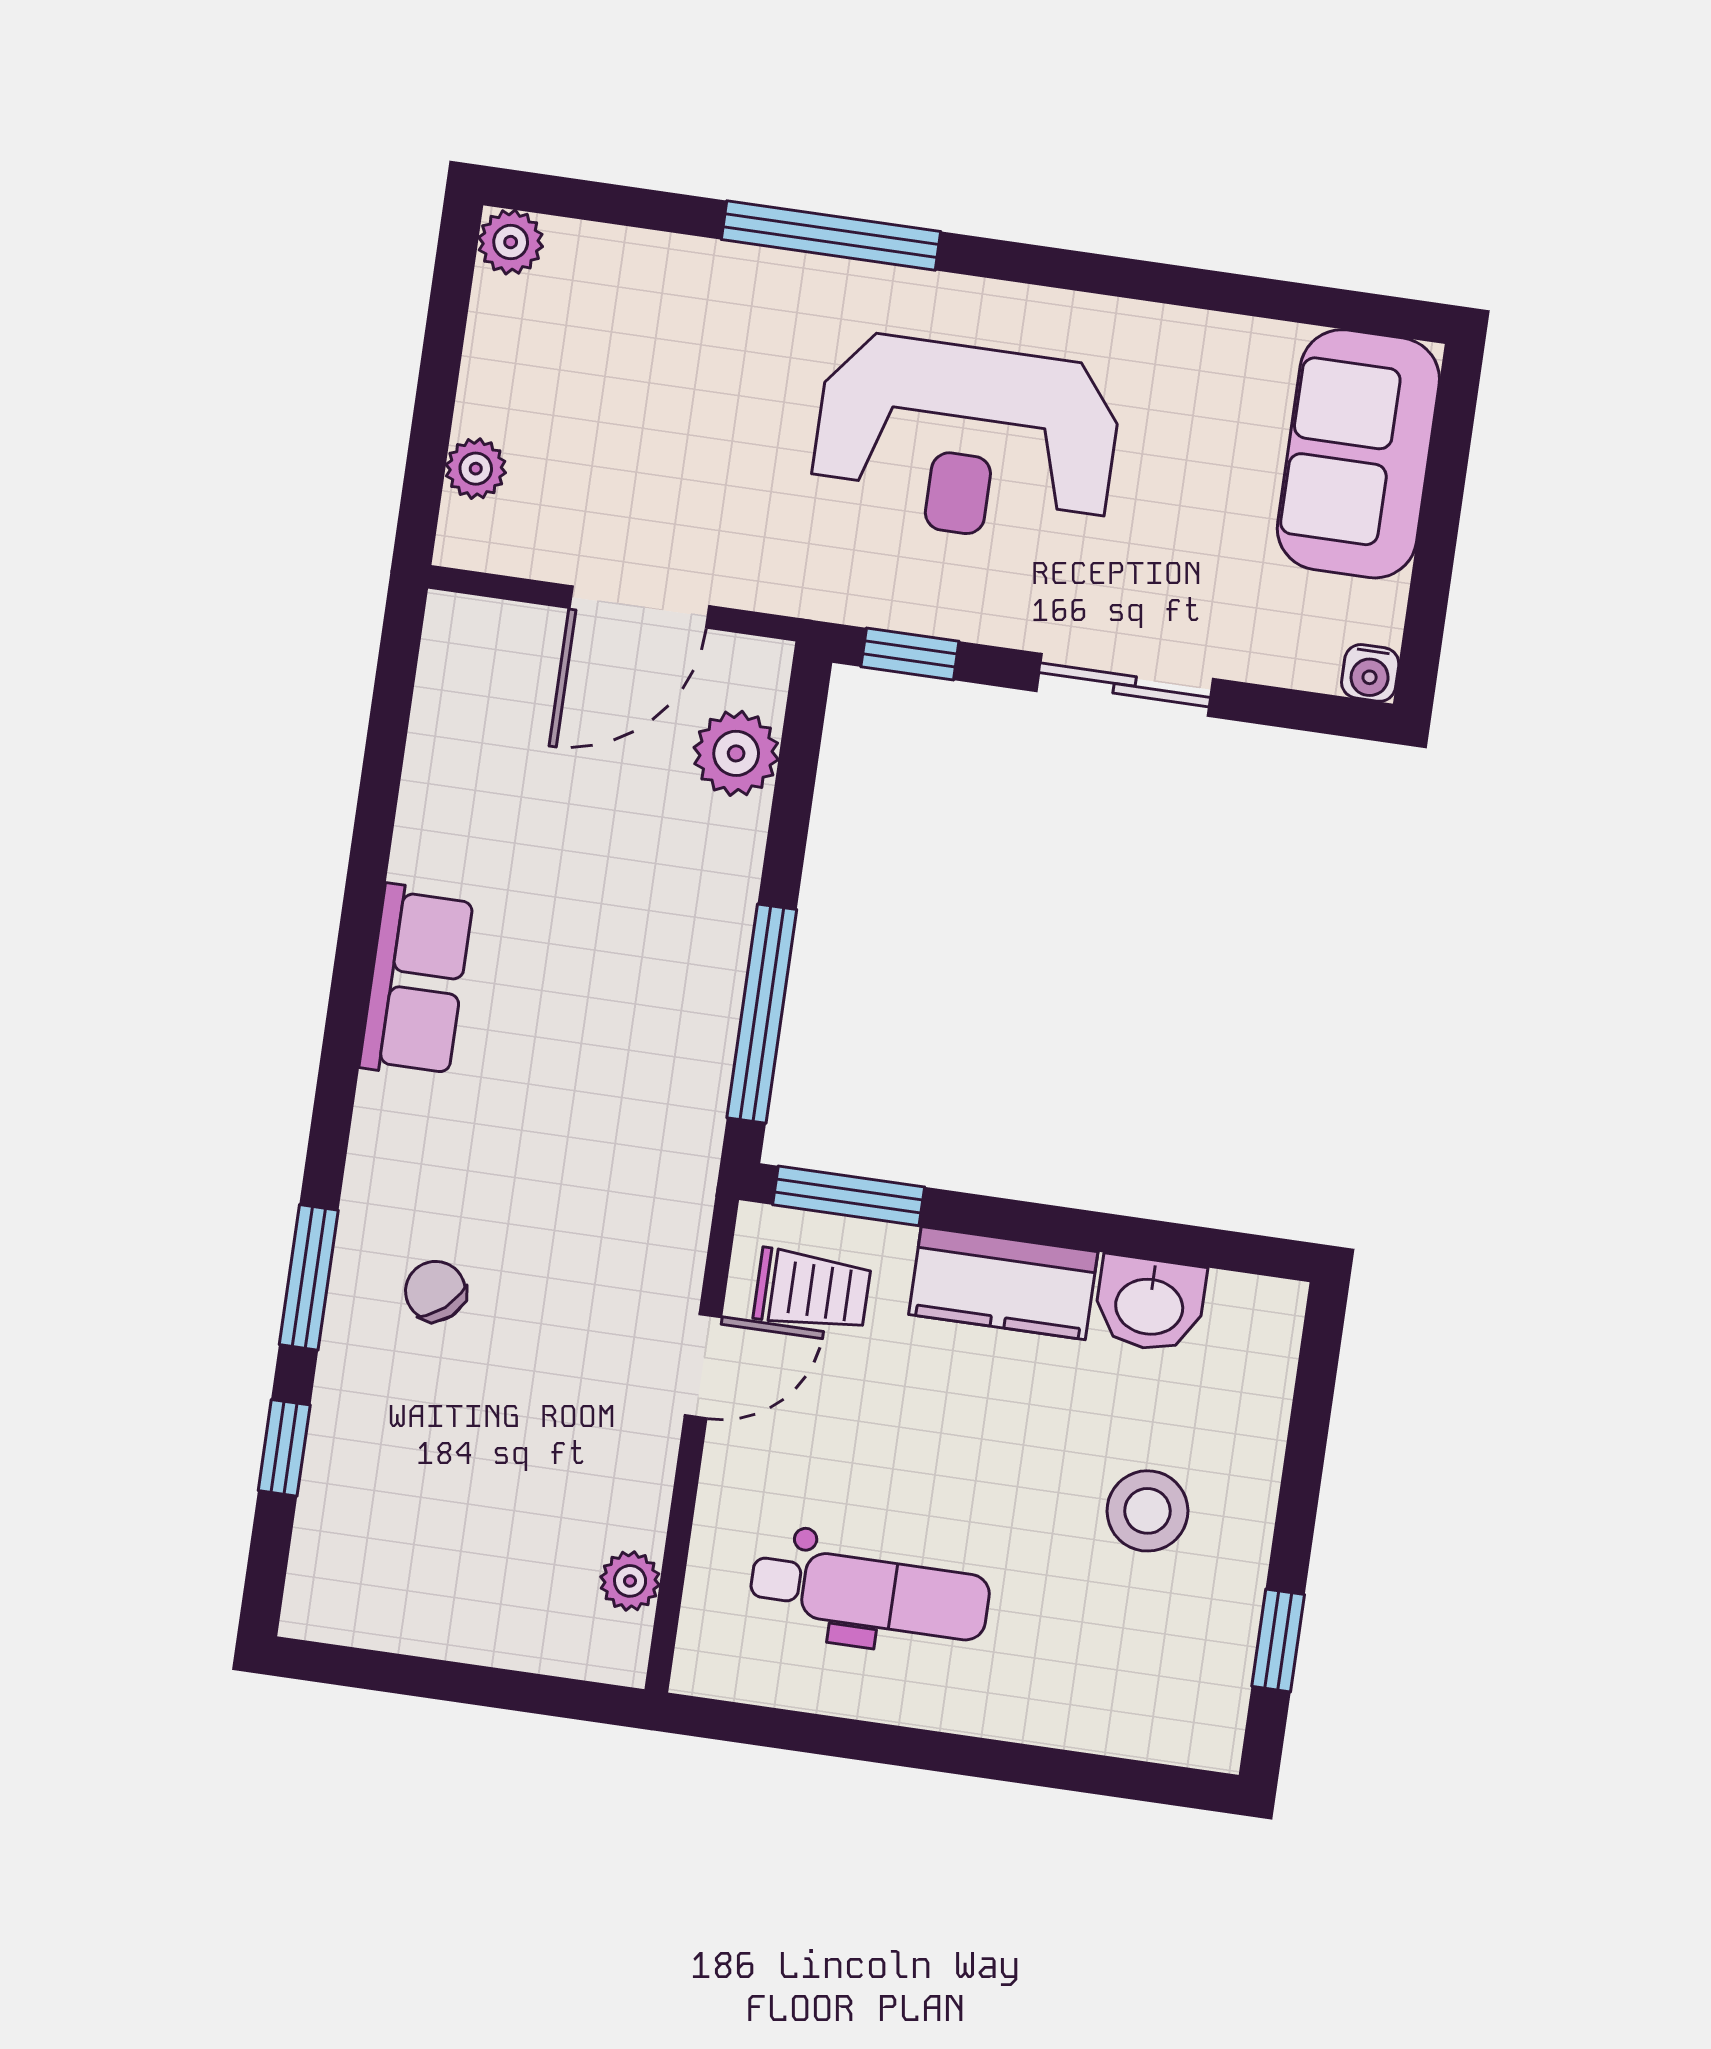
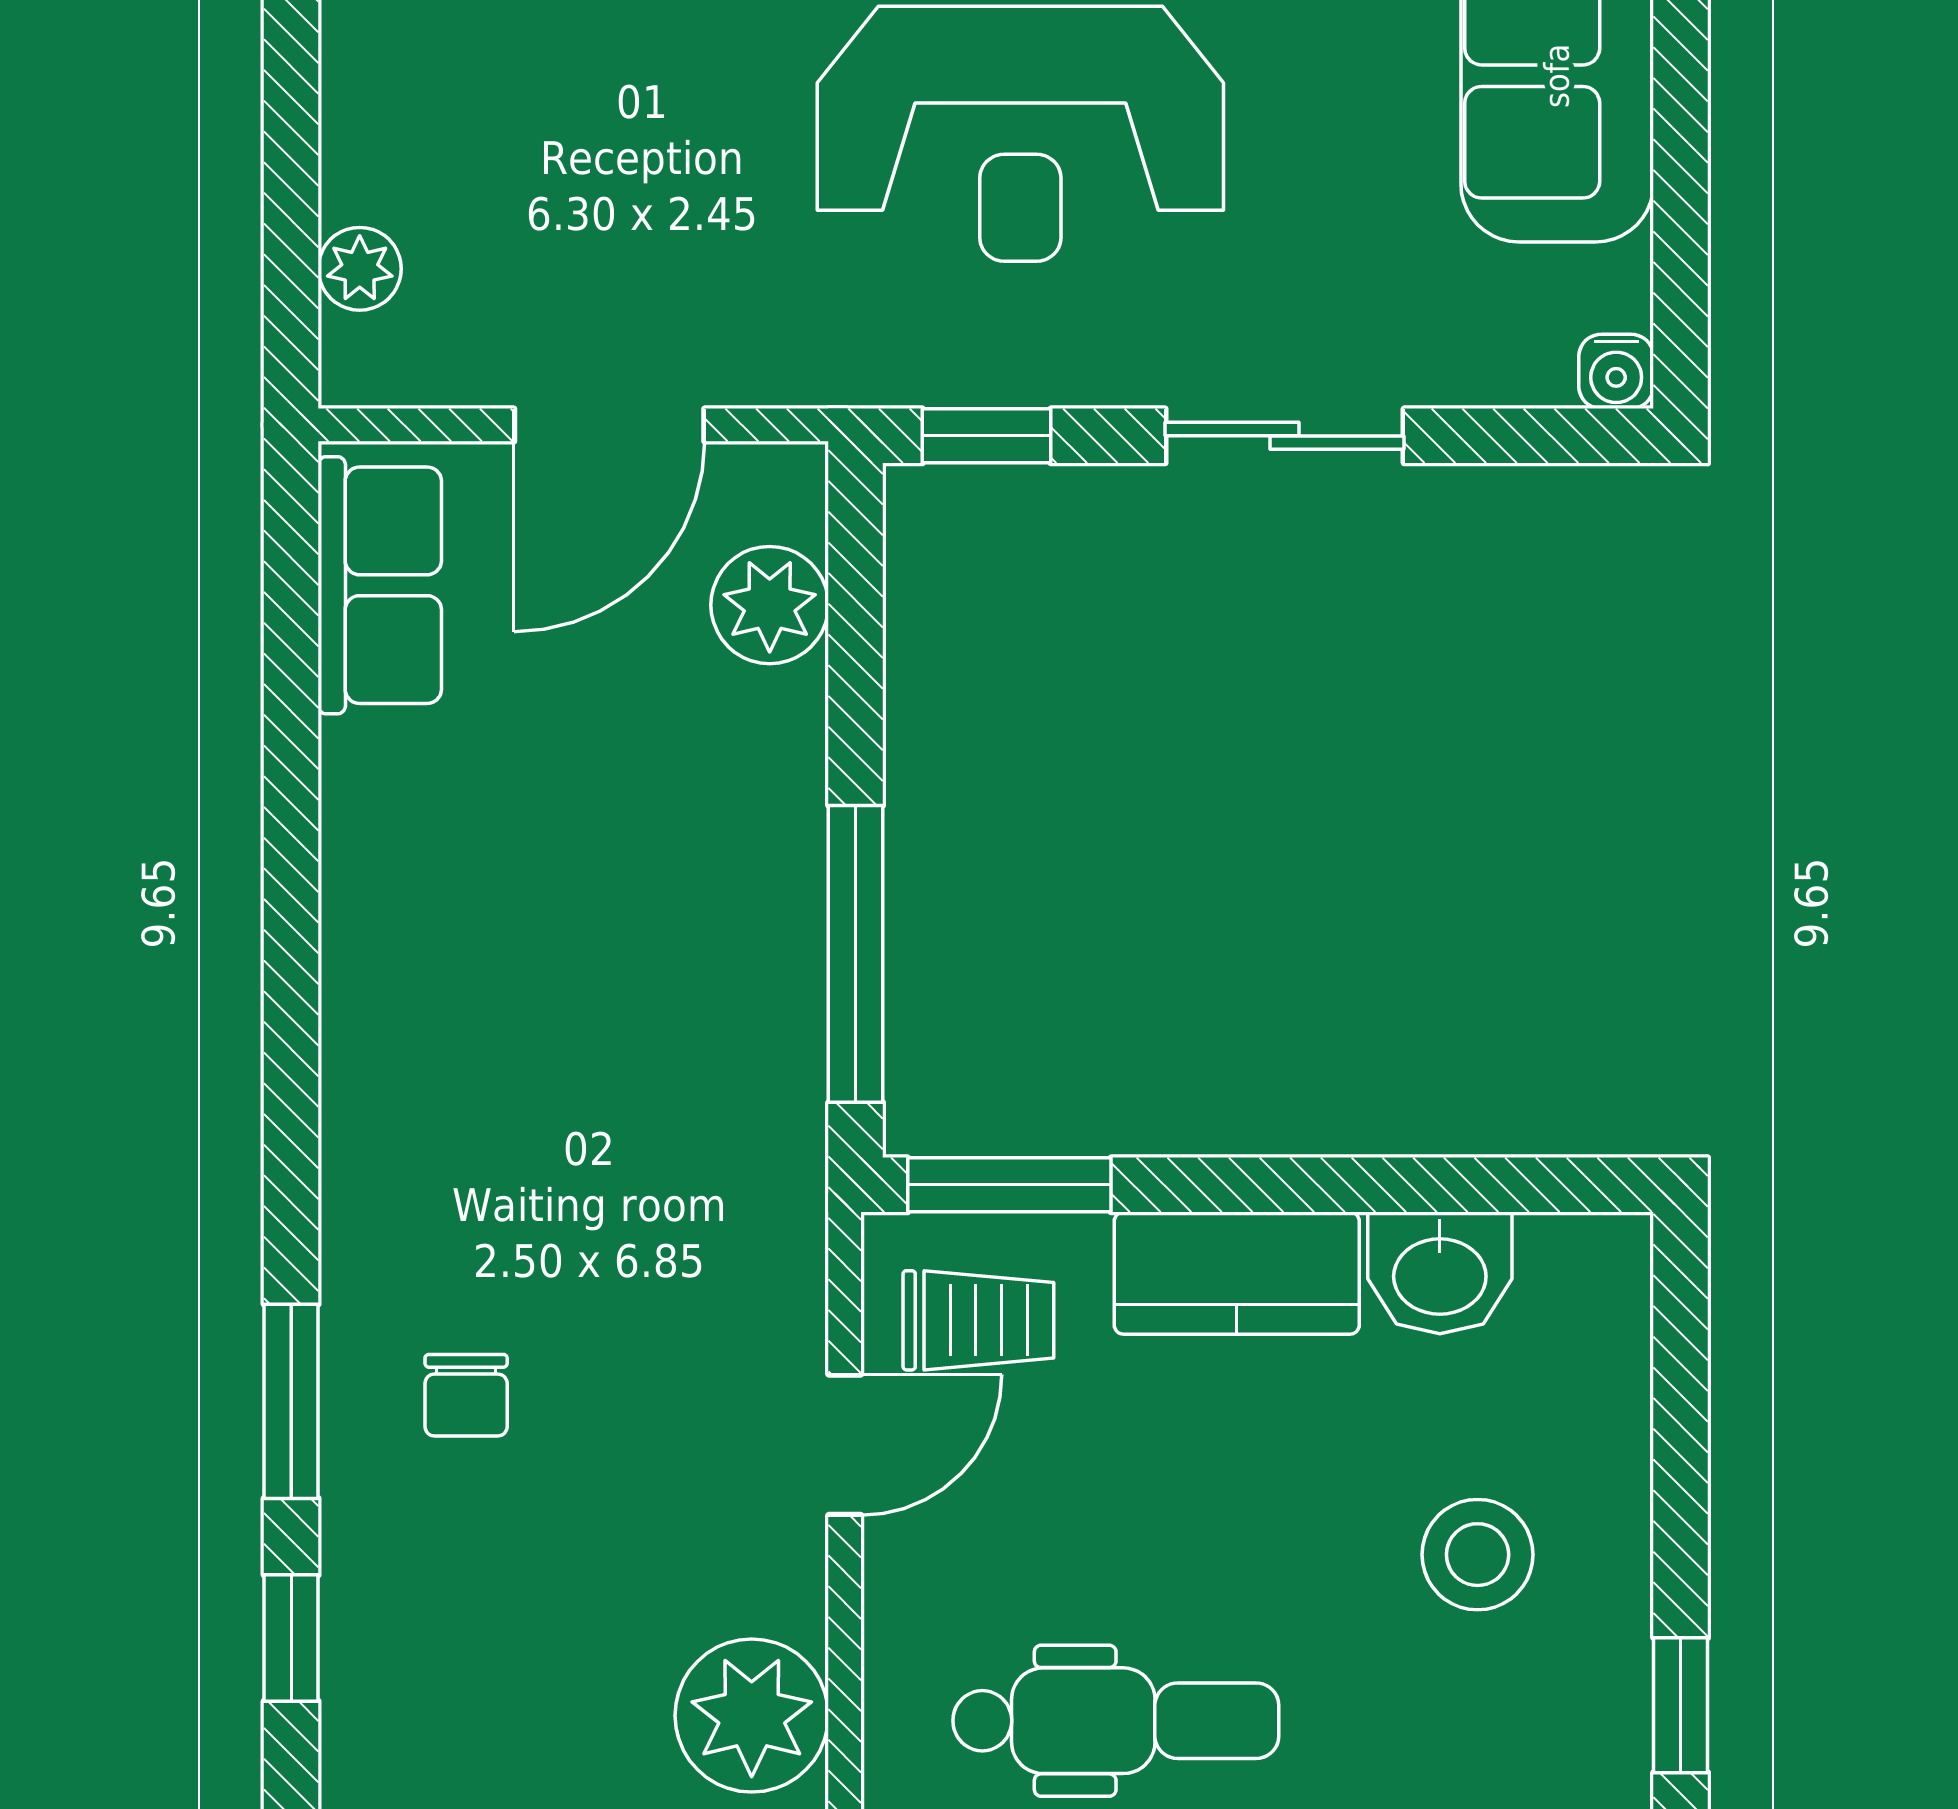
row of seats: (417, 981) -> (380, 585), moved
chair: (435, 1291) -> (466, 1395), turned -139
plant: (630, 1581) -> (752, 1716), width x1.88, depth x1.88

